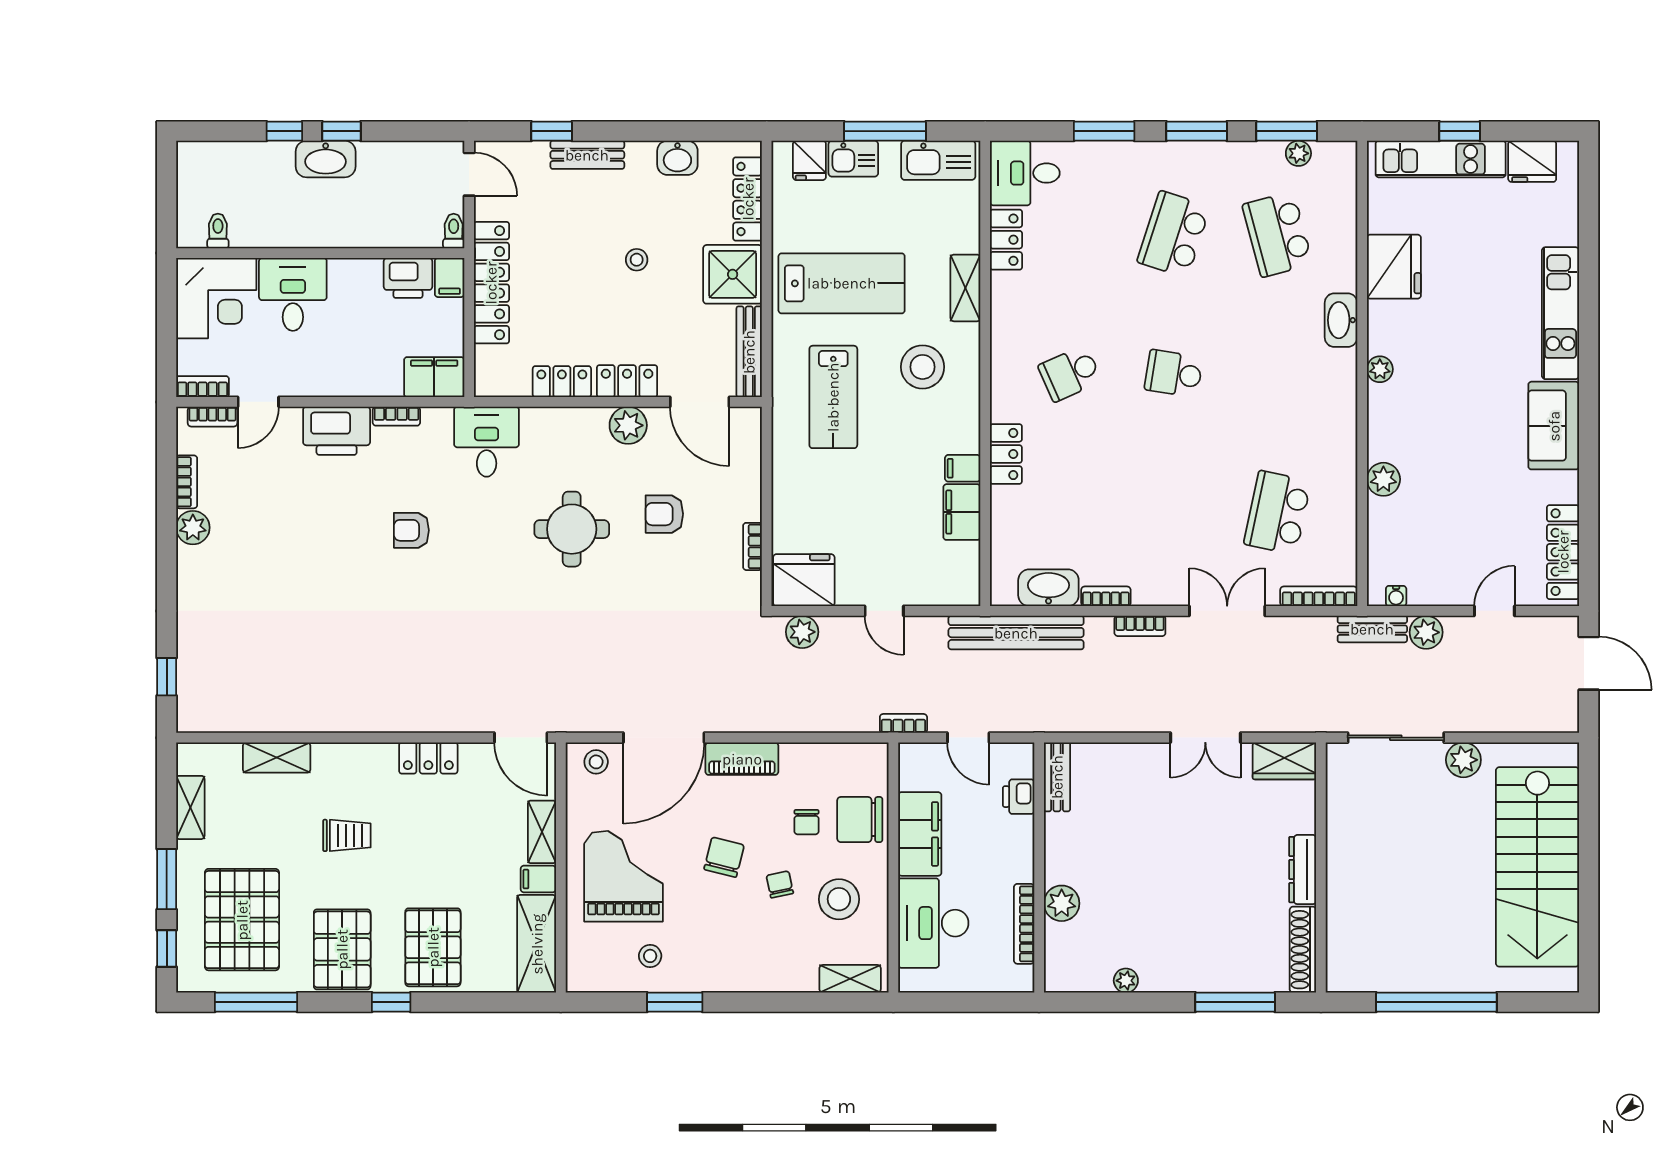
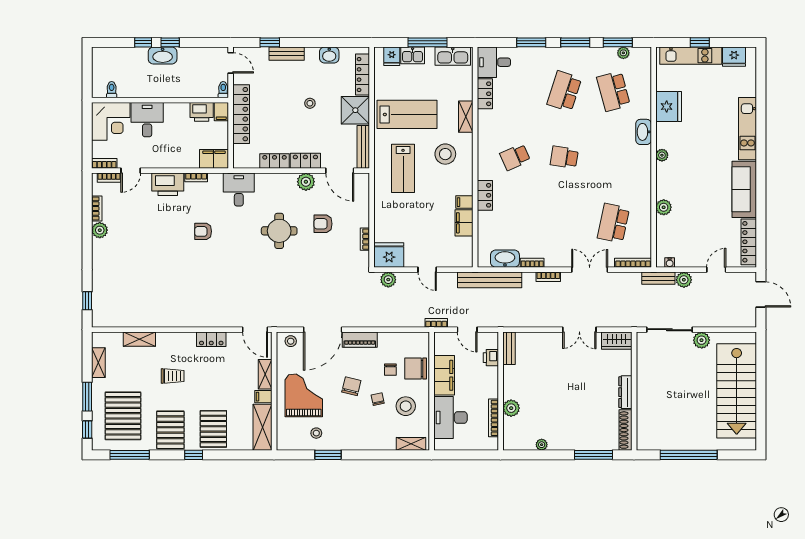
sofa: (1554, 426) -> (744, 189), width x1.36

